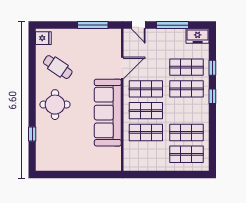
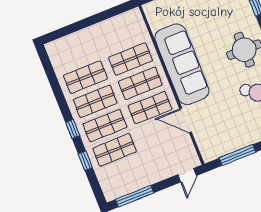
door: (138, 25) -> (187, 175), swing flipped
window: (172, 25) -> (134, 196), moved
freezer: (198, 36) -> (116, 189), removed
door: (122, 68) -> (186, 120), hinge flipped
shop shelf: (186, 154) -> (95, 101), moved

